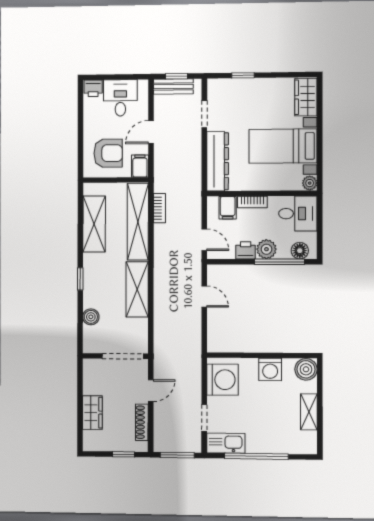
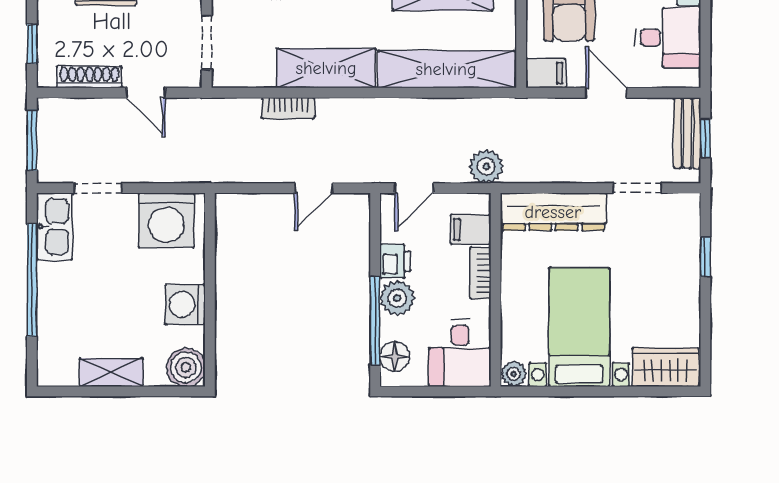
plant: (192, 199) -> (486, 166), added
bookcase: (159, 208) -> (288, 108), moved
doorway: (123, 356) -> (207, 43), width x0.73

